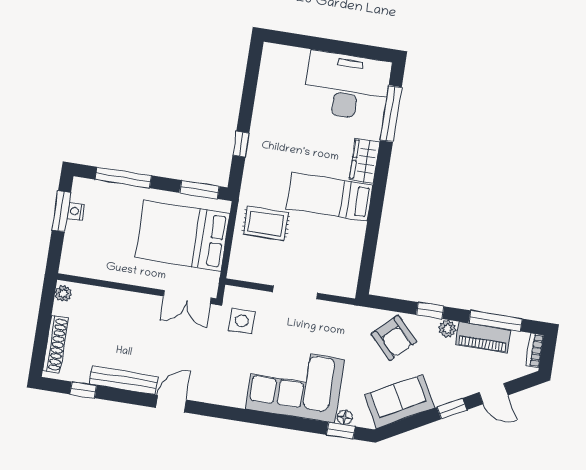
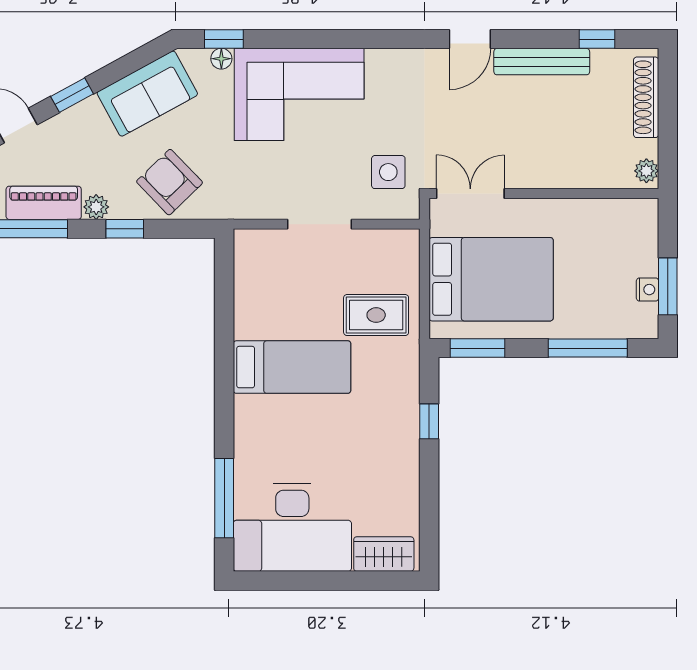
wardrobe: (365, 161) -> (384, 554), moved, turned -90

